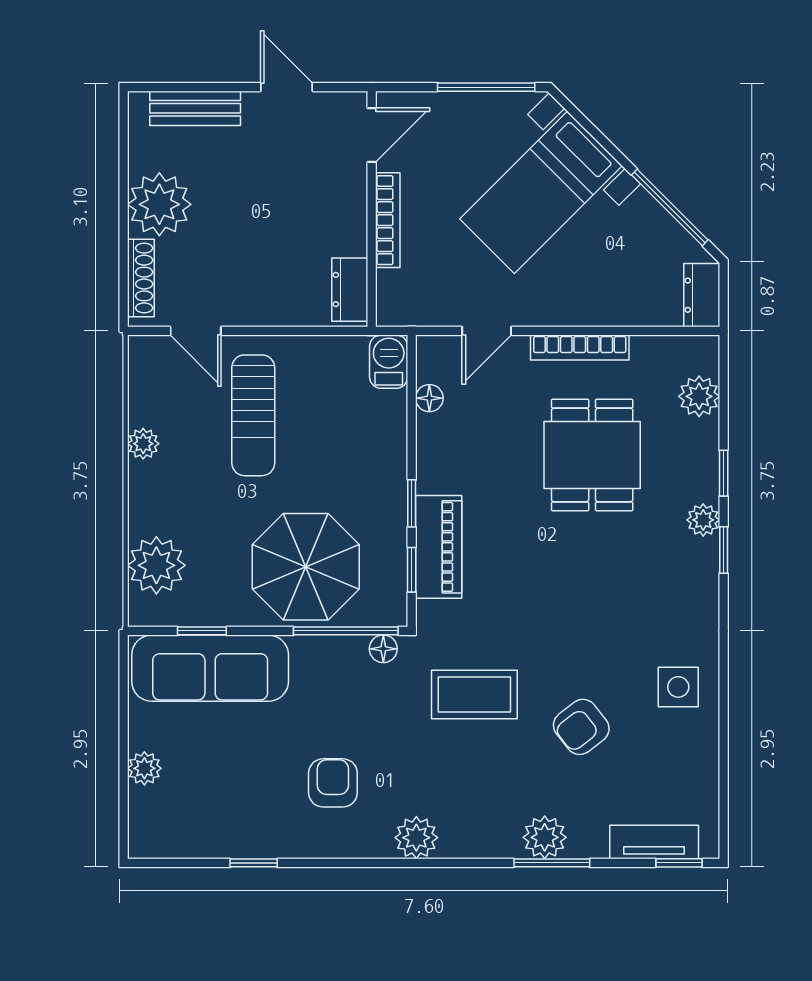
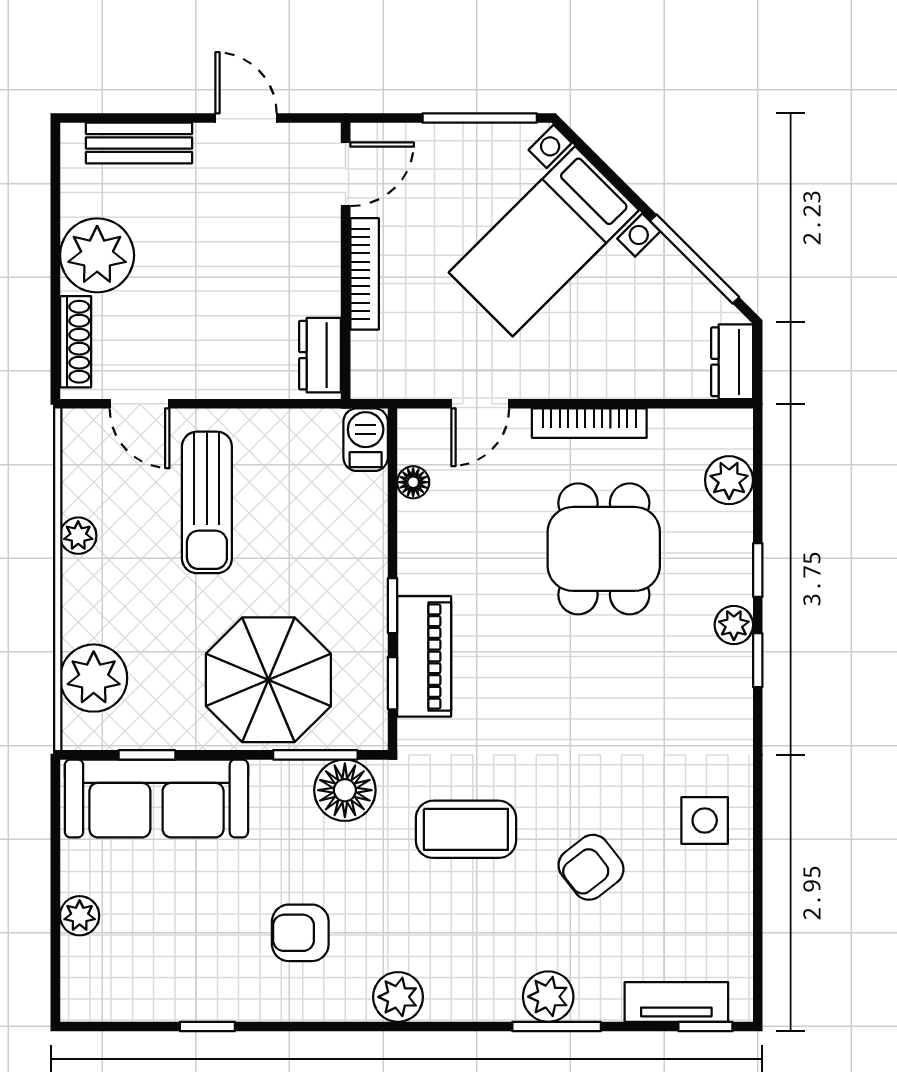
window: (346, 631) -> (315, 755), width x0.69
floor lamp: (383, 649) -> (345, 790), width x1.89, depth x1.89
armchair: (333, 783) -> (300, 933), turned -90

